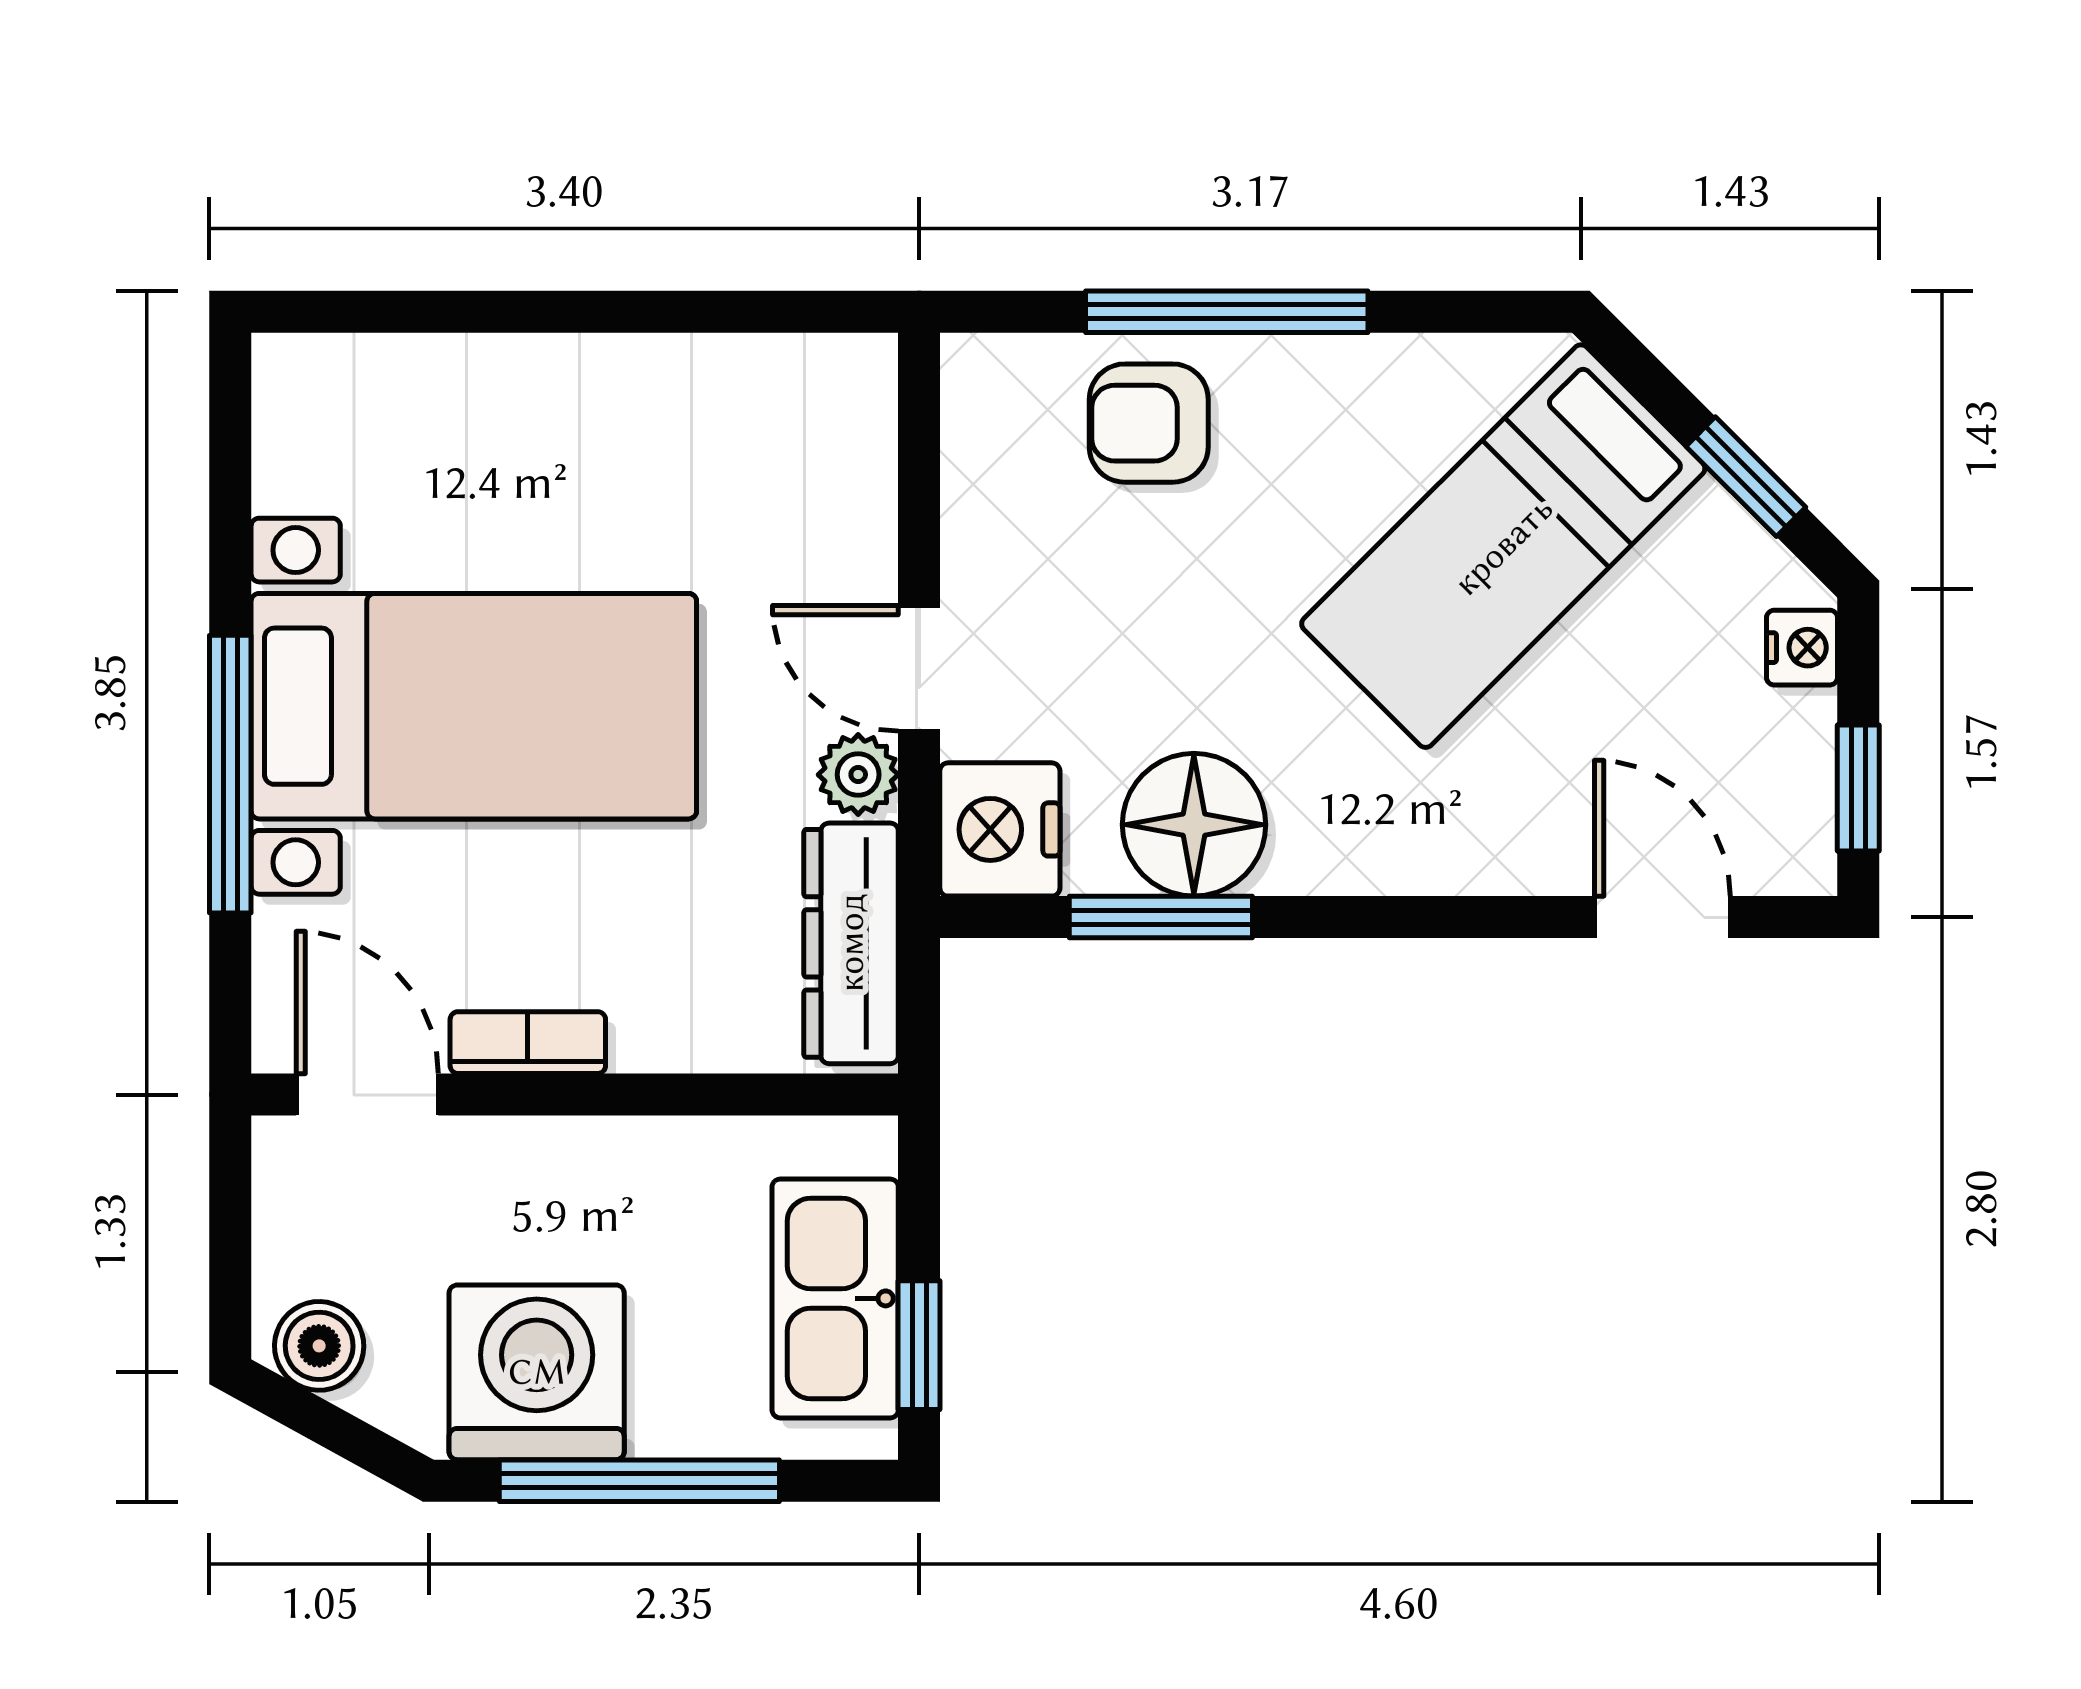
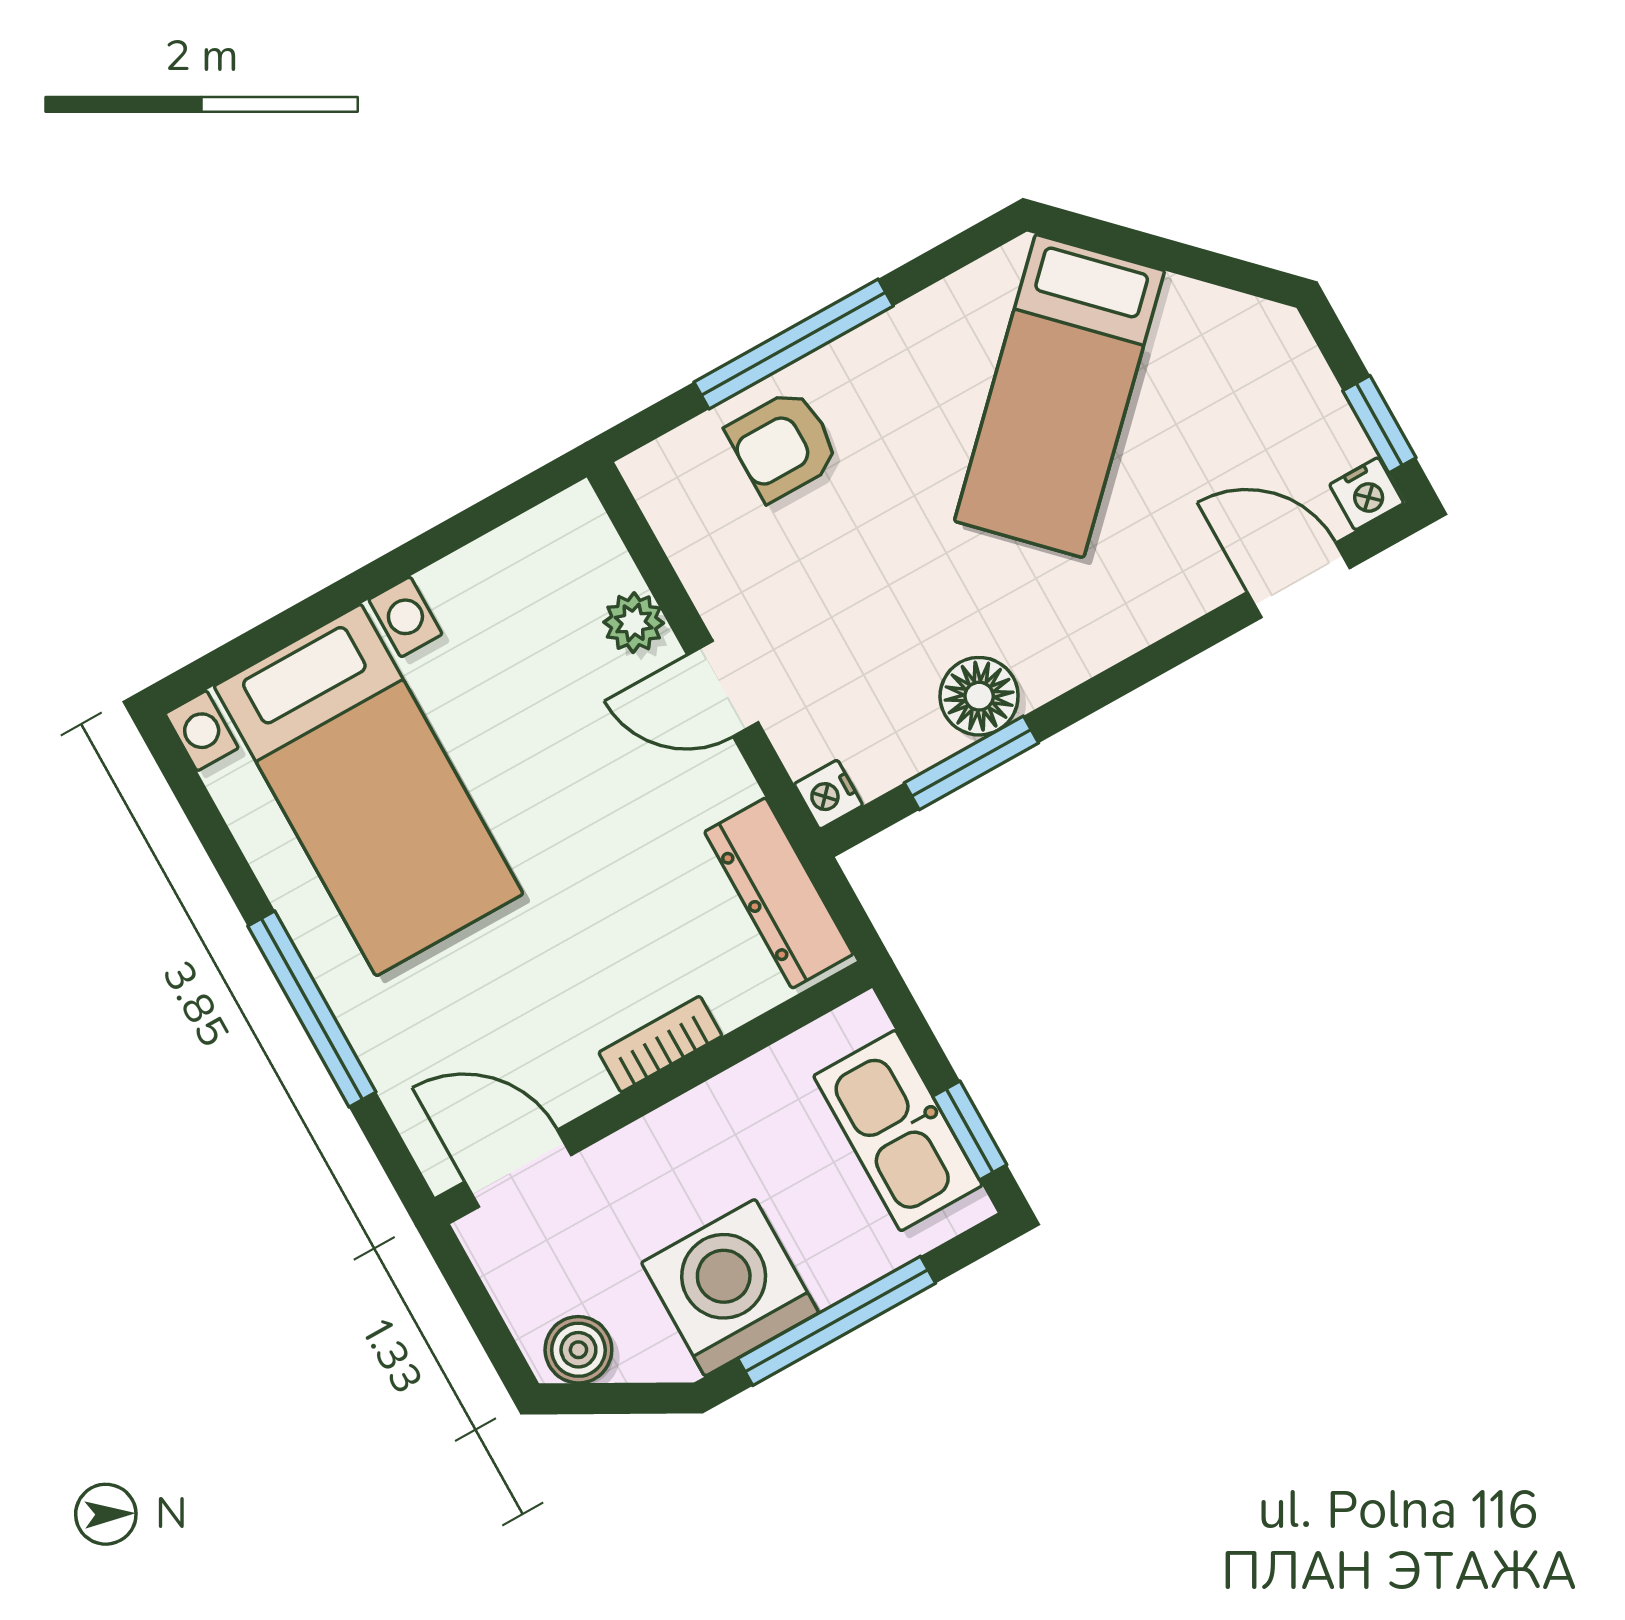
window: (1746, 477) -> (1192, 262), removed
nightstand: (1802, 648) -> (1367, 494), moved, turned 90
bed with nightstands: (474, 706) -> (368, 790), moved, turned 90
plant: (858, 775) -> (634, 623), moved
floor lamp: (1194, 825) -> (979, 696), width x0.73, depth x0.73
nightstand: (1000, 829) -> (828, 795), width x0.53, depth x0.56
bookcase: (528, 1043) -> (660, 1044), moved

